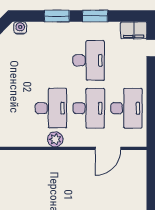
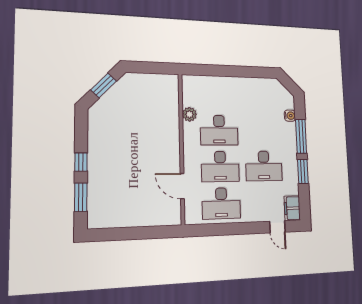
window: (57, 16) -> (301, 136), width x1.44
water cooler: (20, 28) -> (290, 116), moved
plant: (55, 139) -> (189, 114), moved

